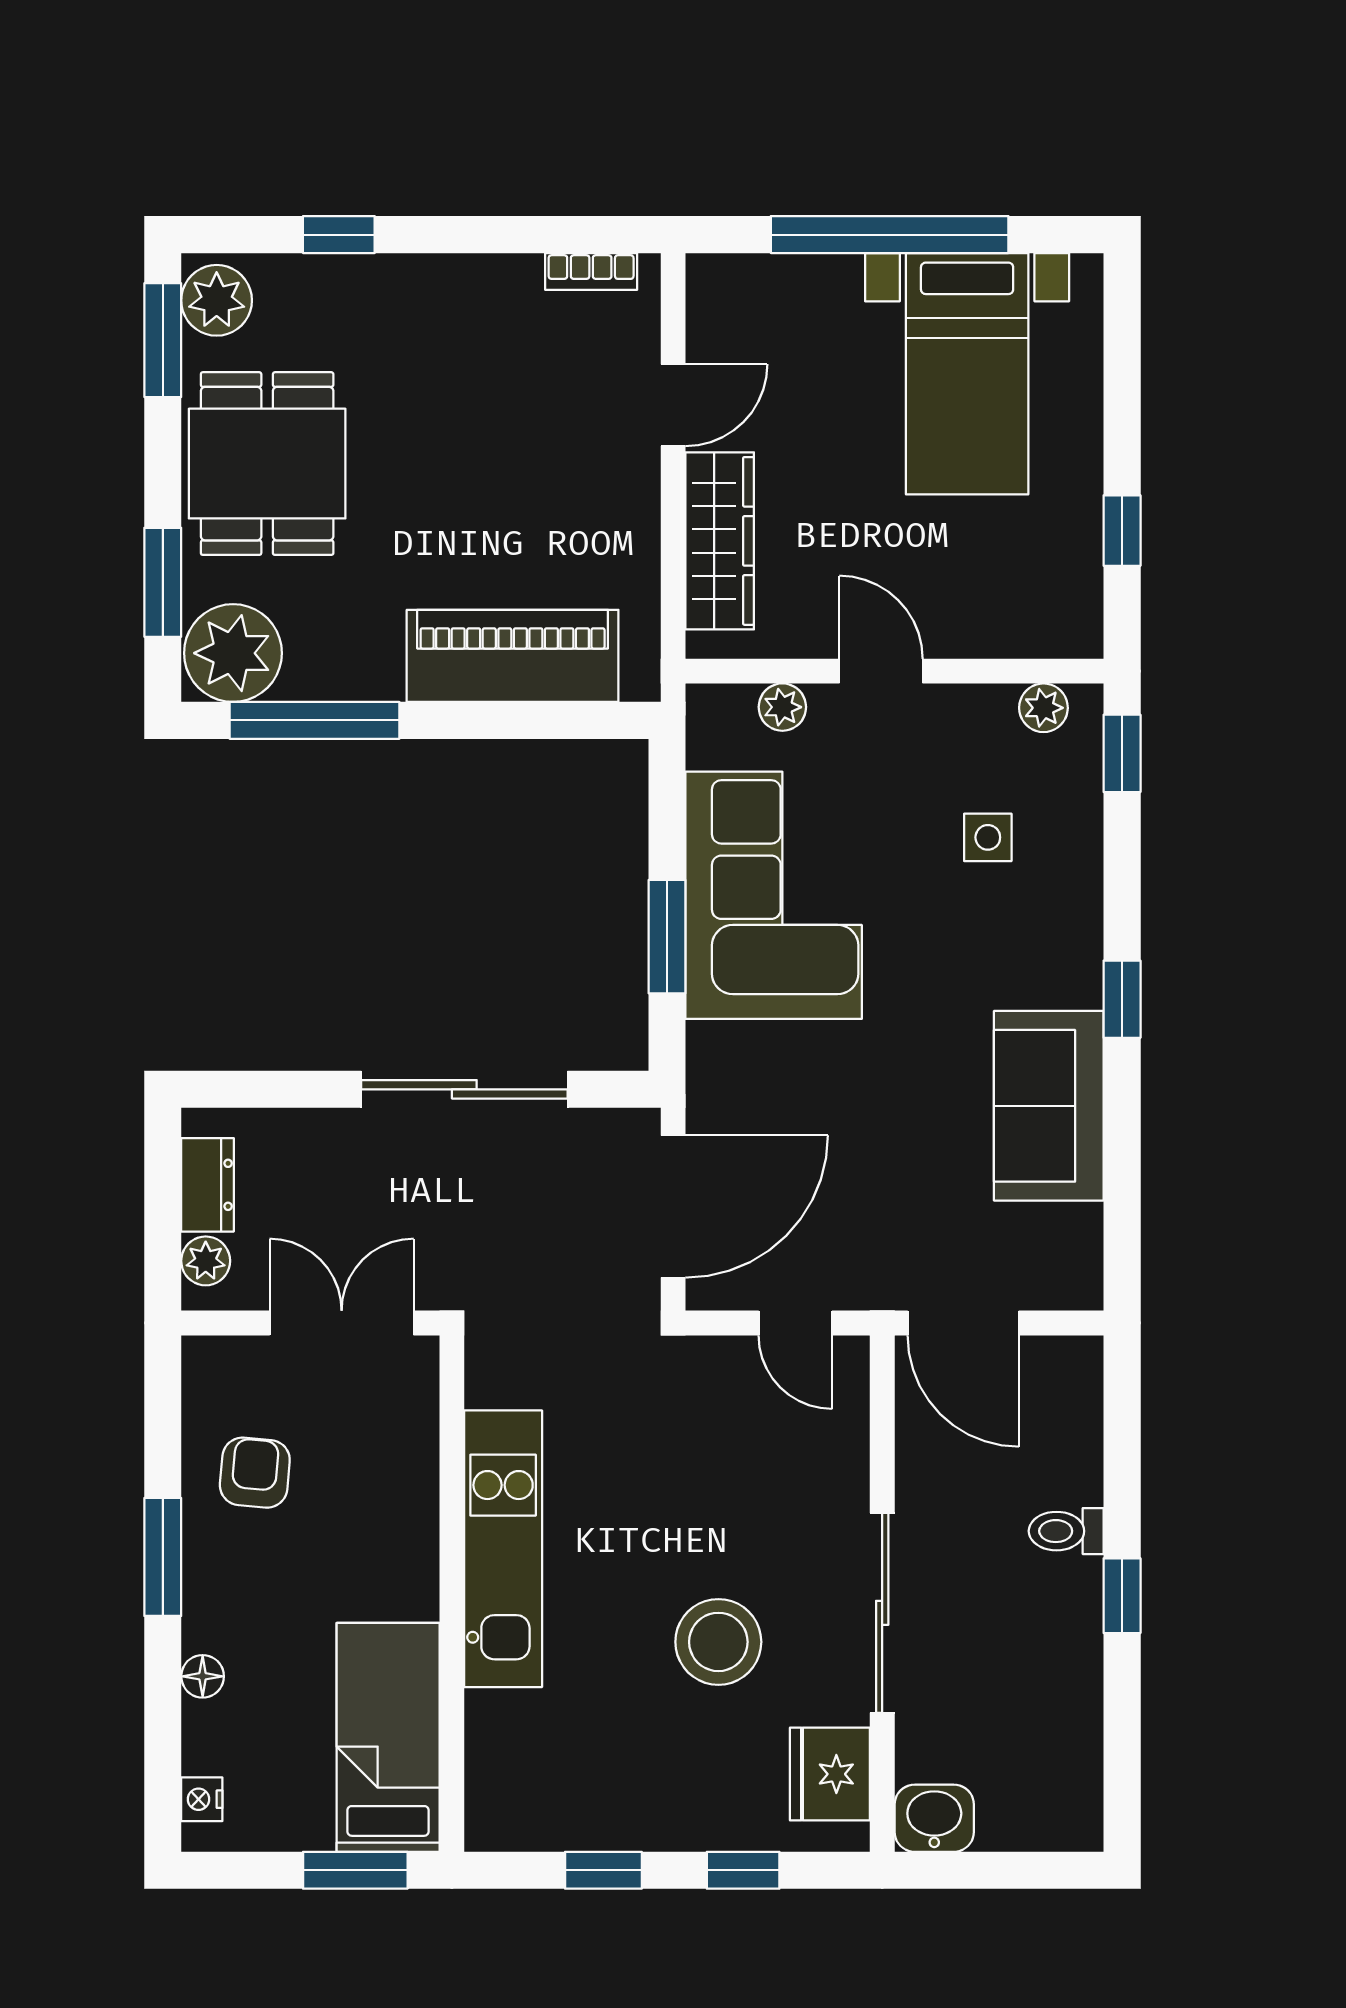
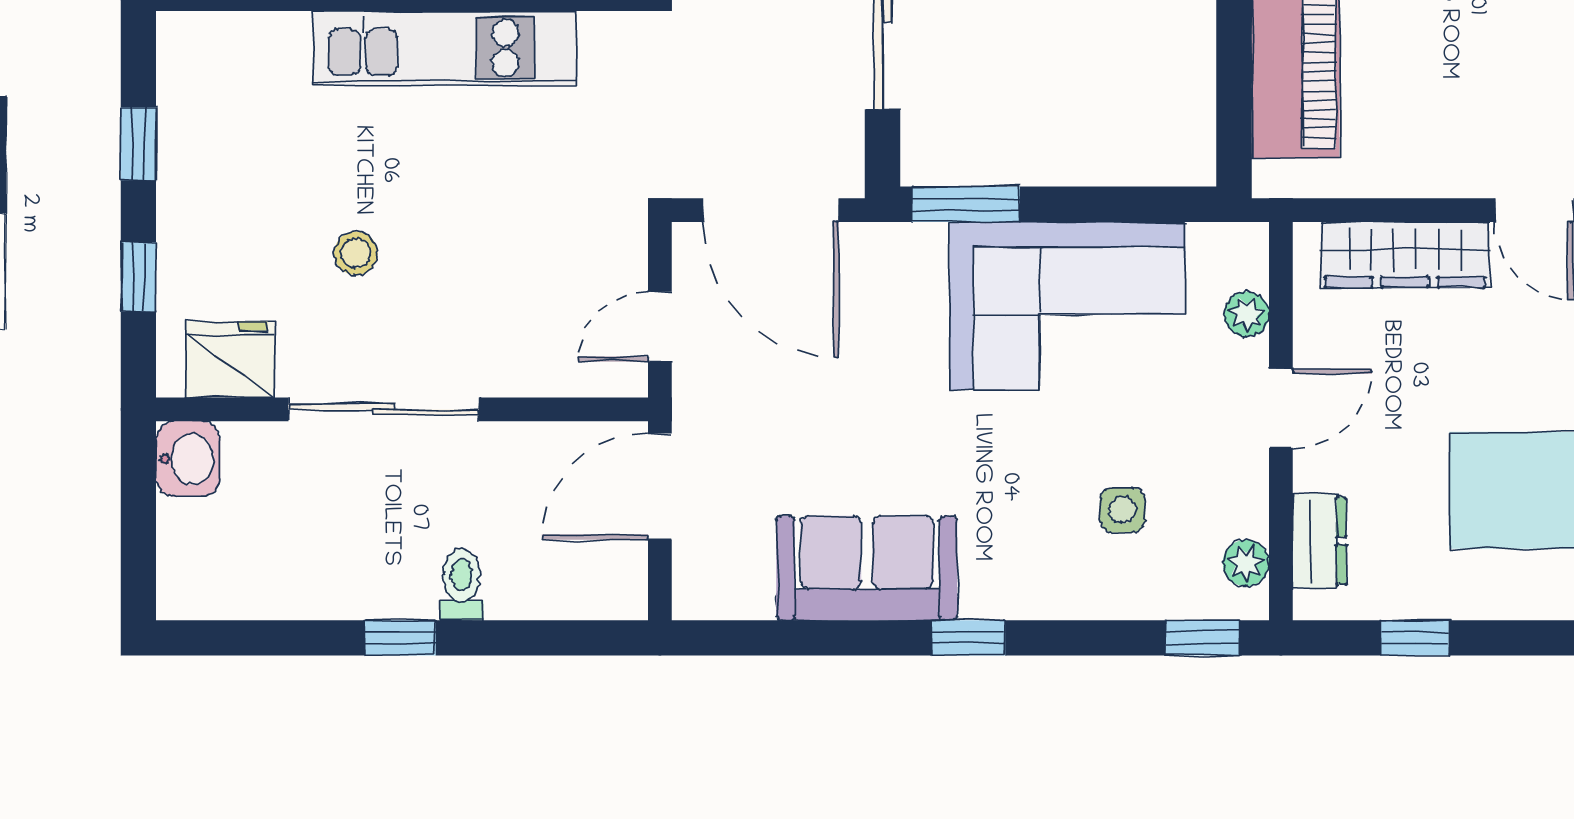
dresser: (1020, 631) -> (1319, 541), added
window: (667, 937) -> (966, 204), moved
stool: (718, 1642) -> (356, 253), width x0.53, depth x0.53

